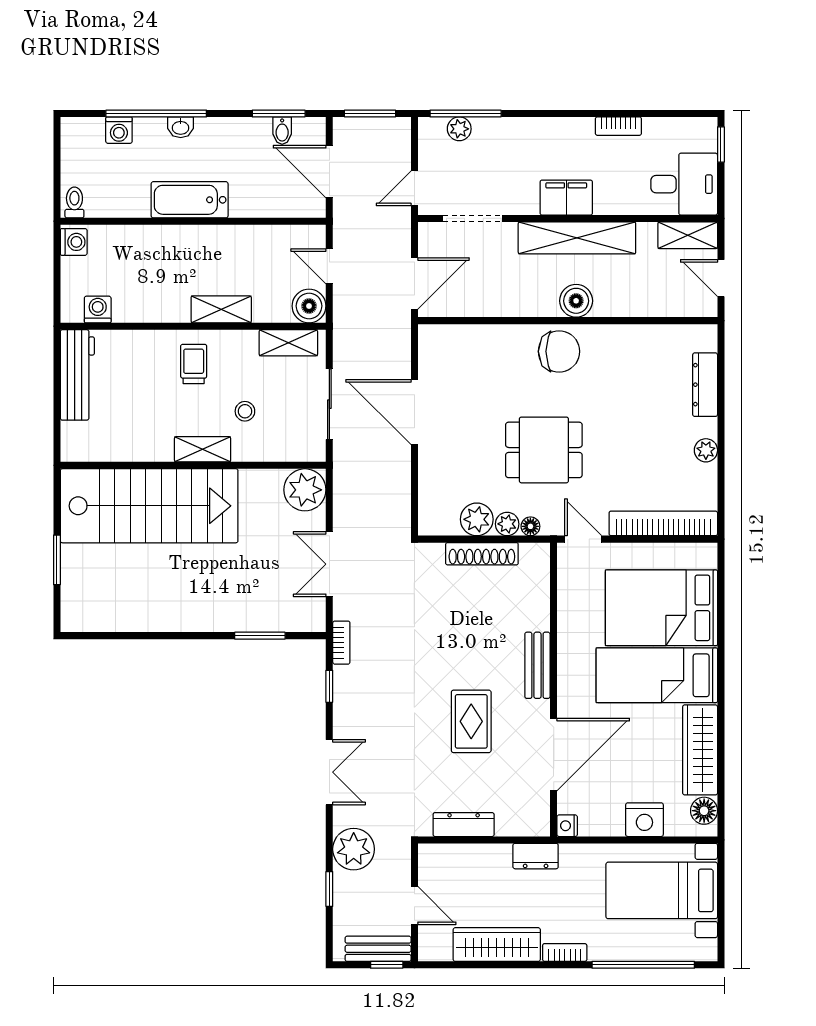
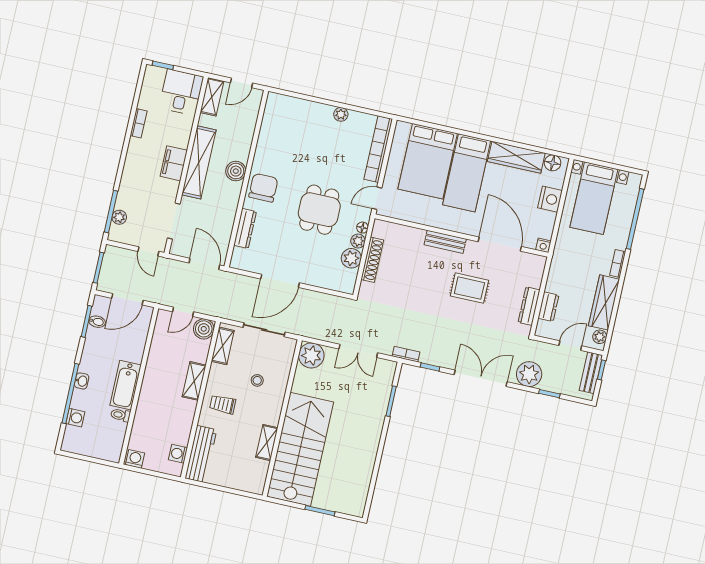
toilet: (74, 202) -> (121, 415), moved
workbench: (77, 375) -> (201, 454), moved, turned 90
dresser: (705, 385) -> (245, 228), moved, turned -90
shelving: (203, 449) -> (267, 443), moved
double door: (329, 772) -> (481, 378), width x1.37
dresser: (536, 856) -> (548, 307), moved
plant: (440, 950) -> (600, 337), added

